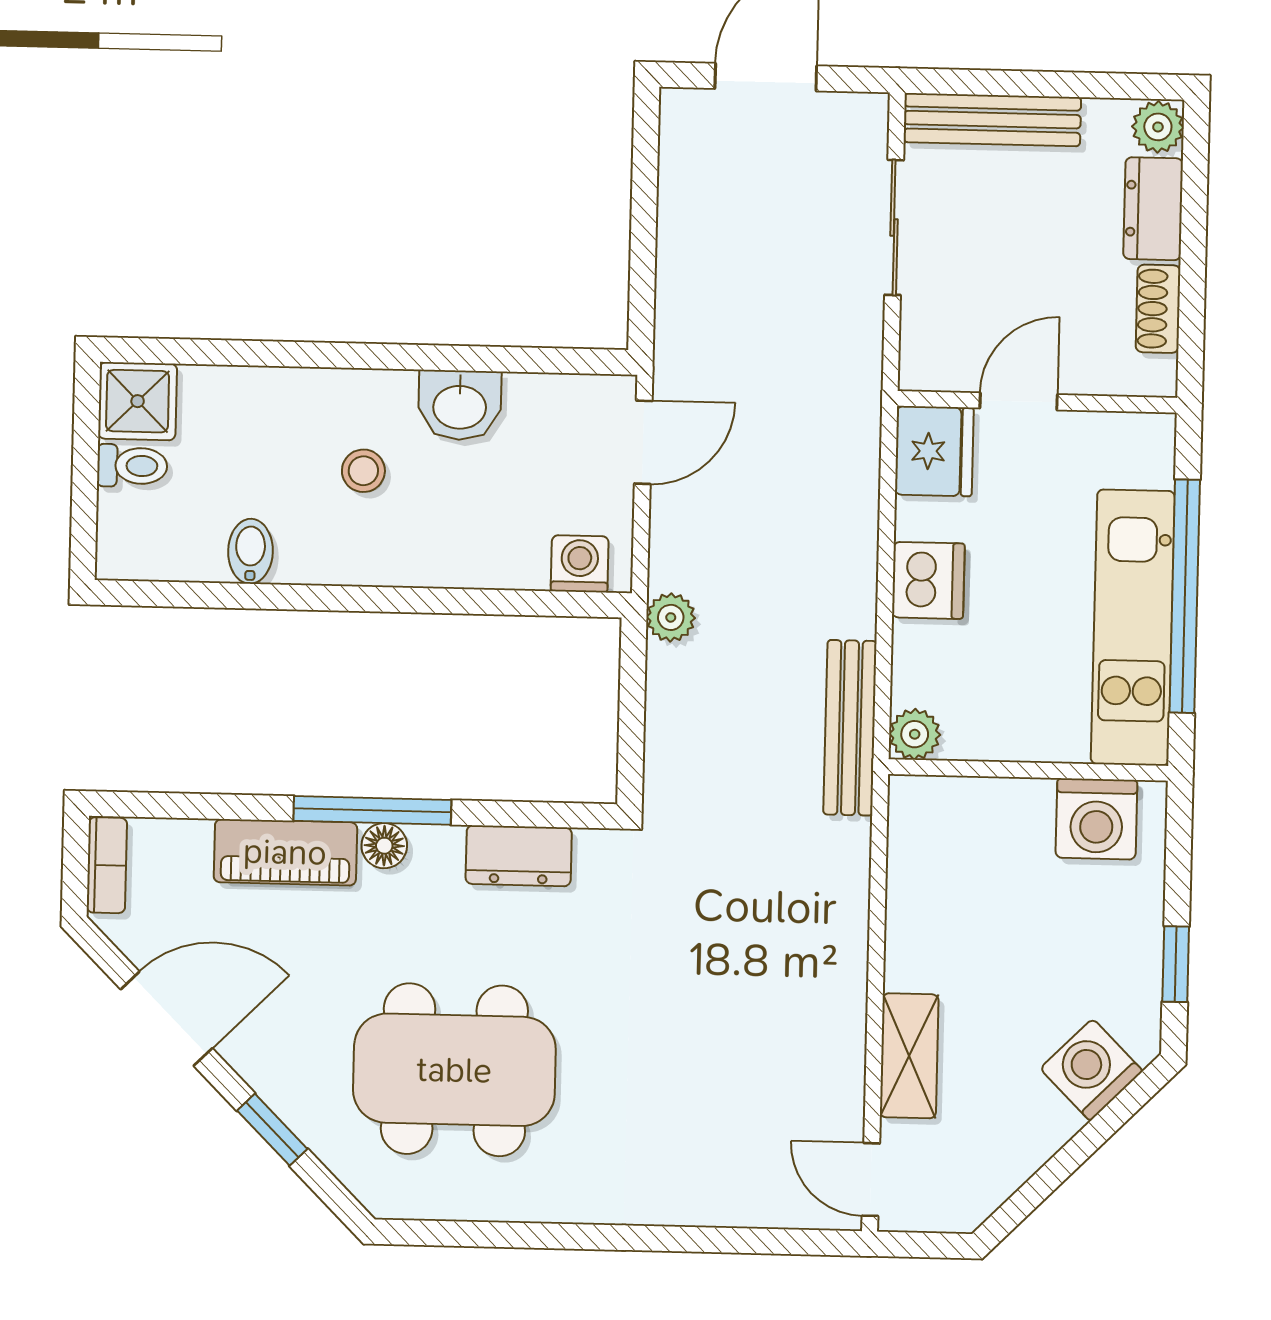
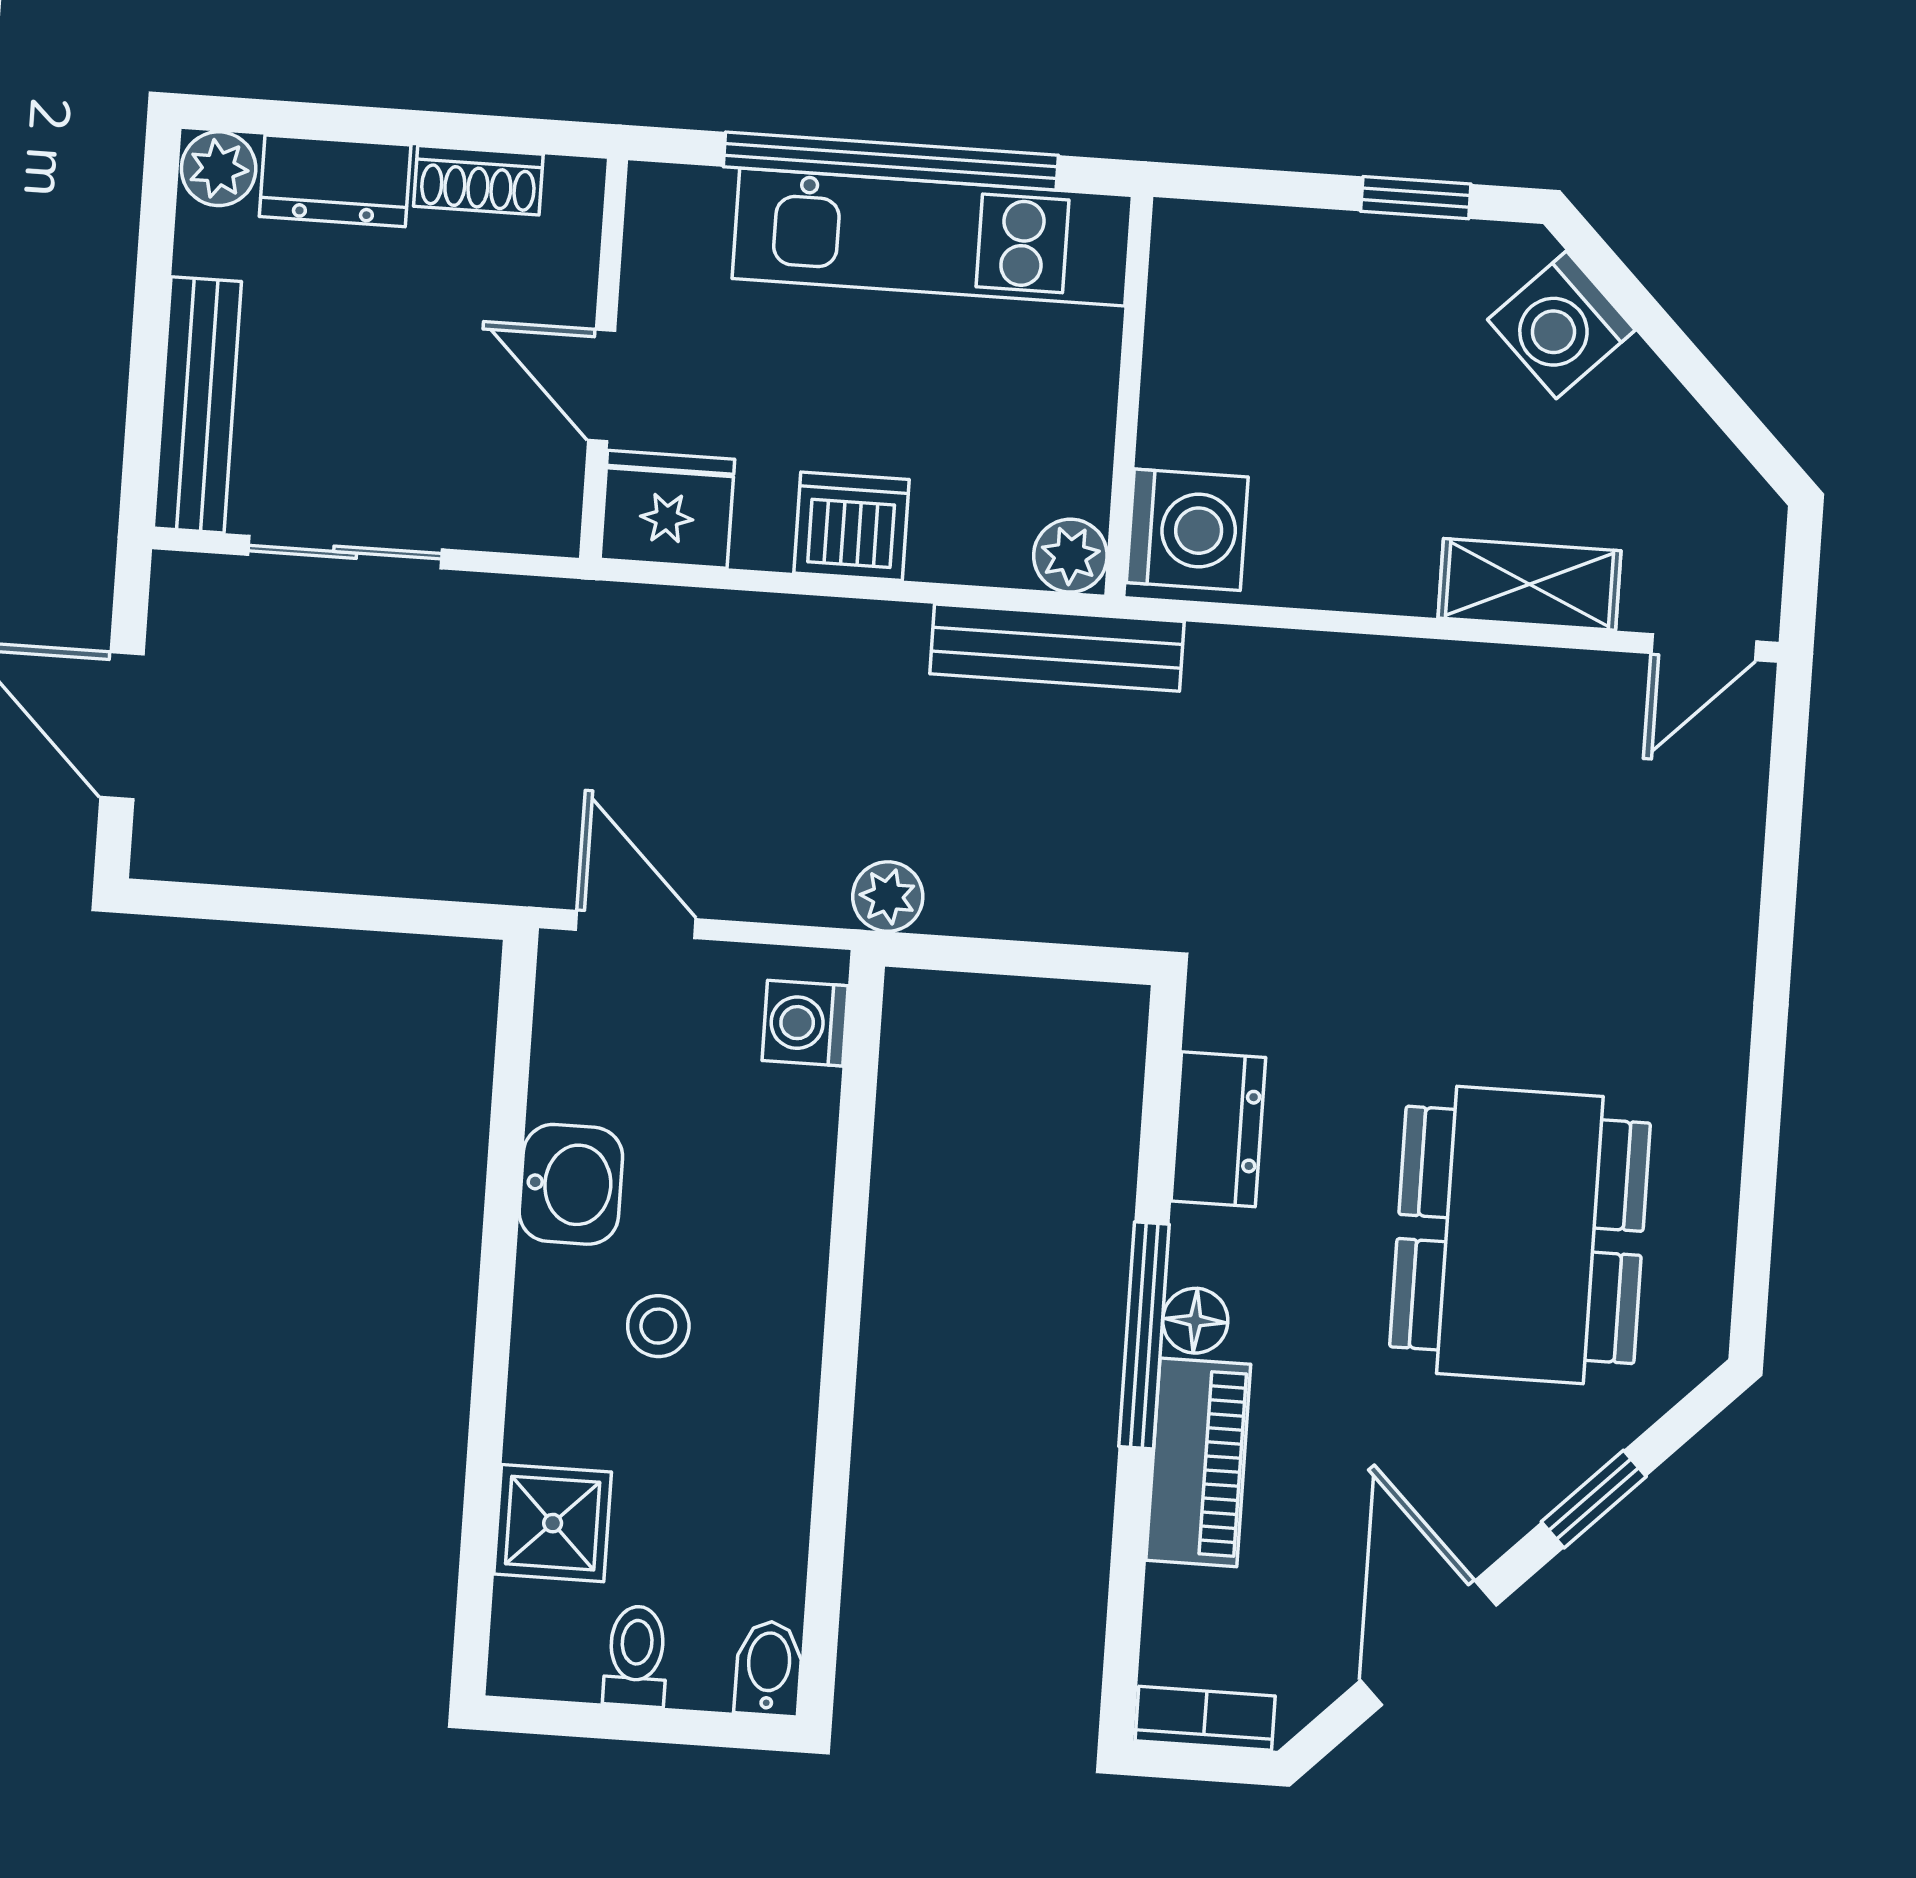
shower: (138, 401) -> (553, 1523), moved
bidet: (250, 551) -> (769, 1668), moved, turned 90
washing machine: (1096, 819) -> (1187, 530), moved

